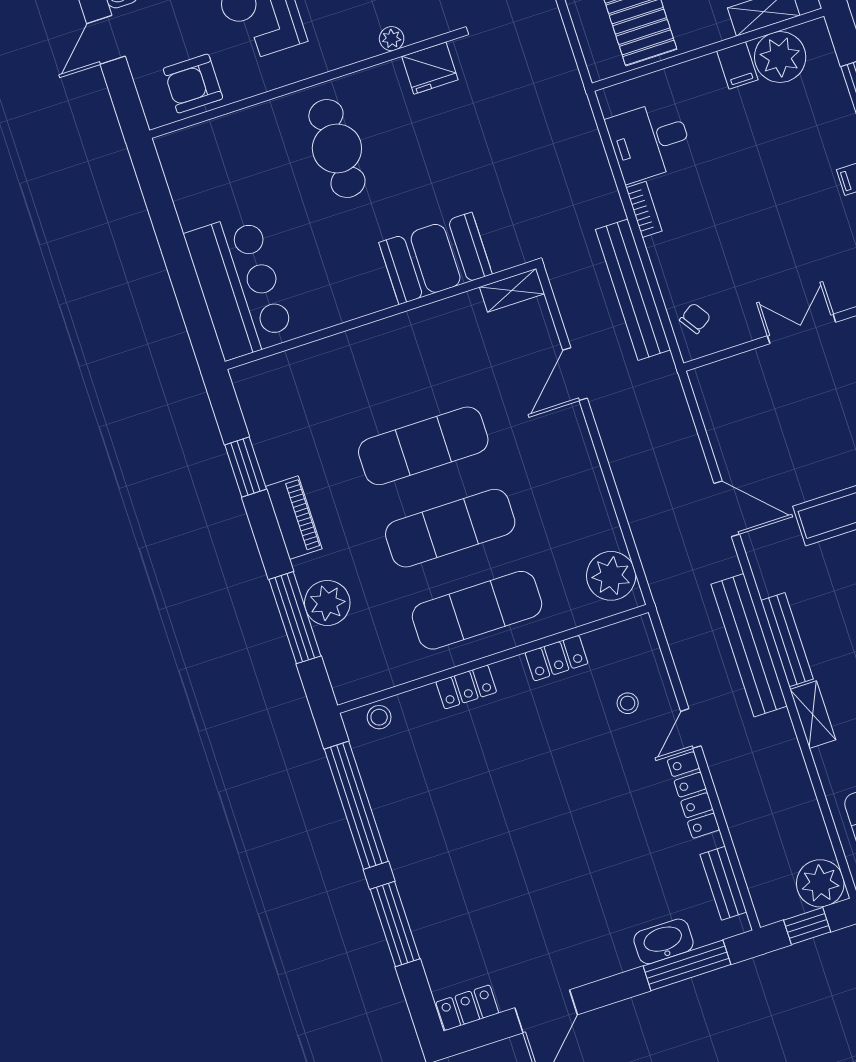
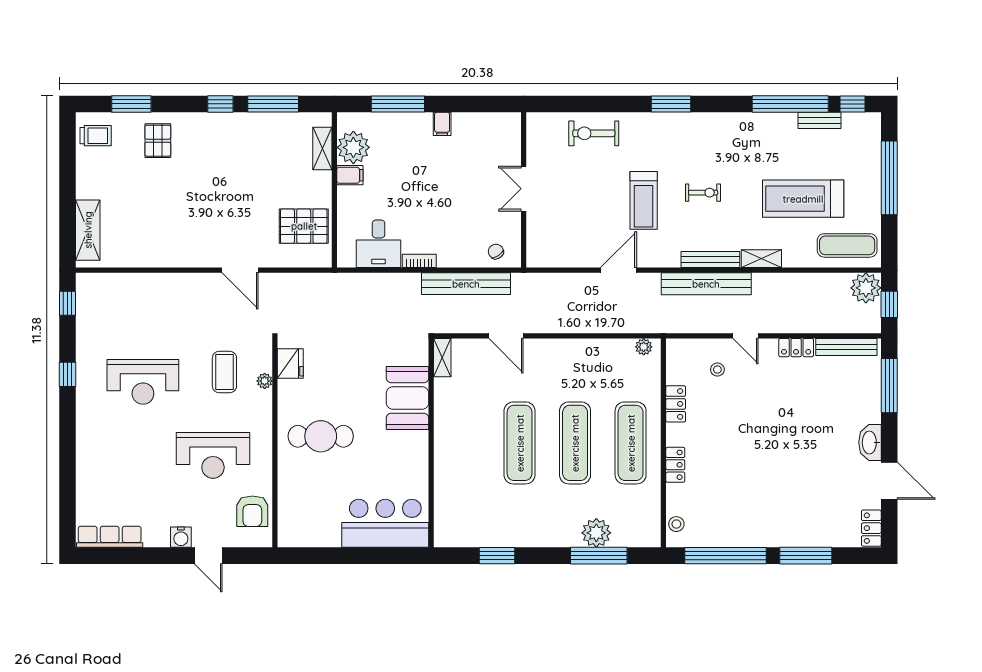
piano: (294, 518) -> (537, 536), removed
plant: (611, 576) -> (644, 347), width x0.53, depth x0.53
locker: (693, 795) -> (796, 348), width x0.66
bench: (723, 883) -> (846, 347), width x1.36
washbasin: (664, 941) -> (870, 442), moved

